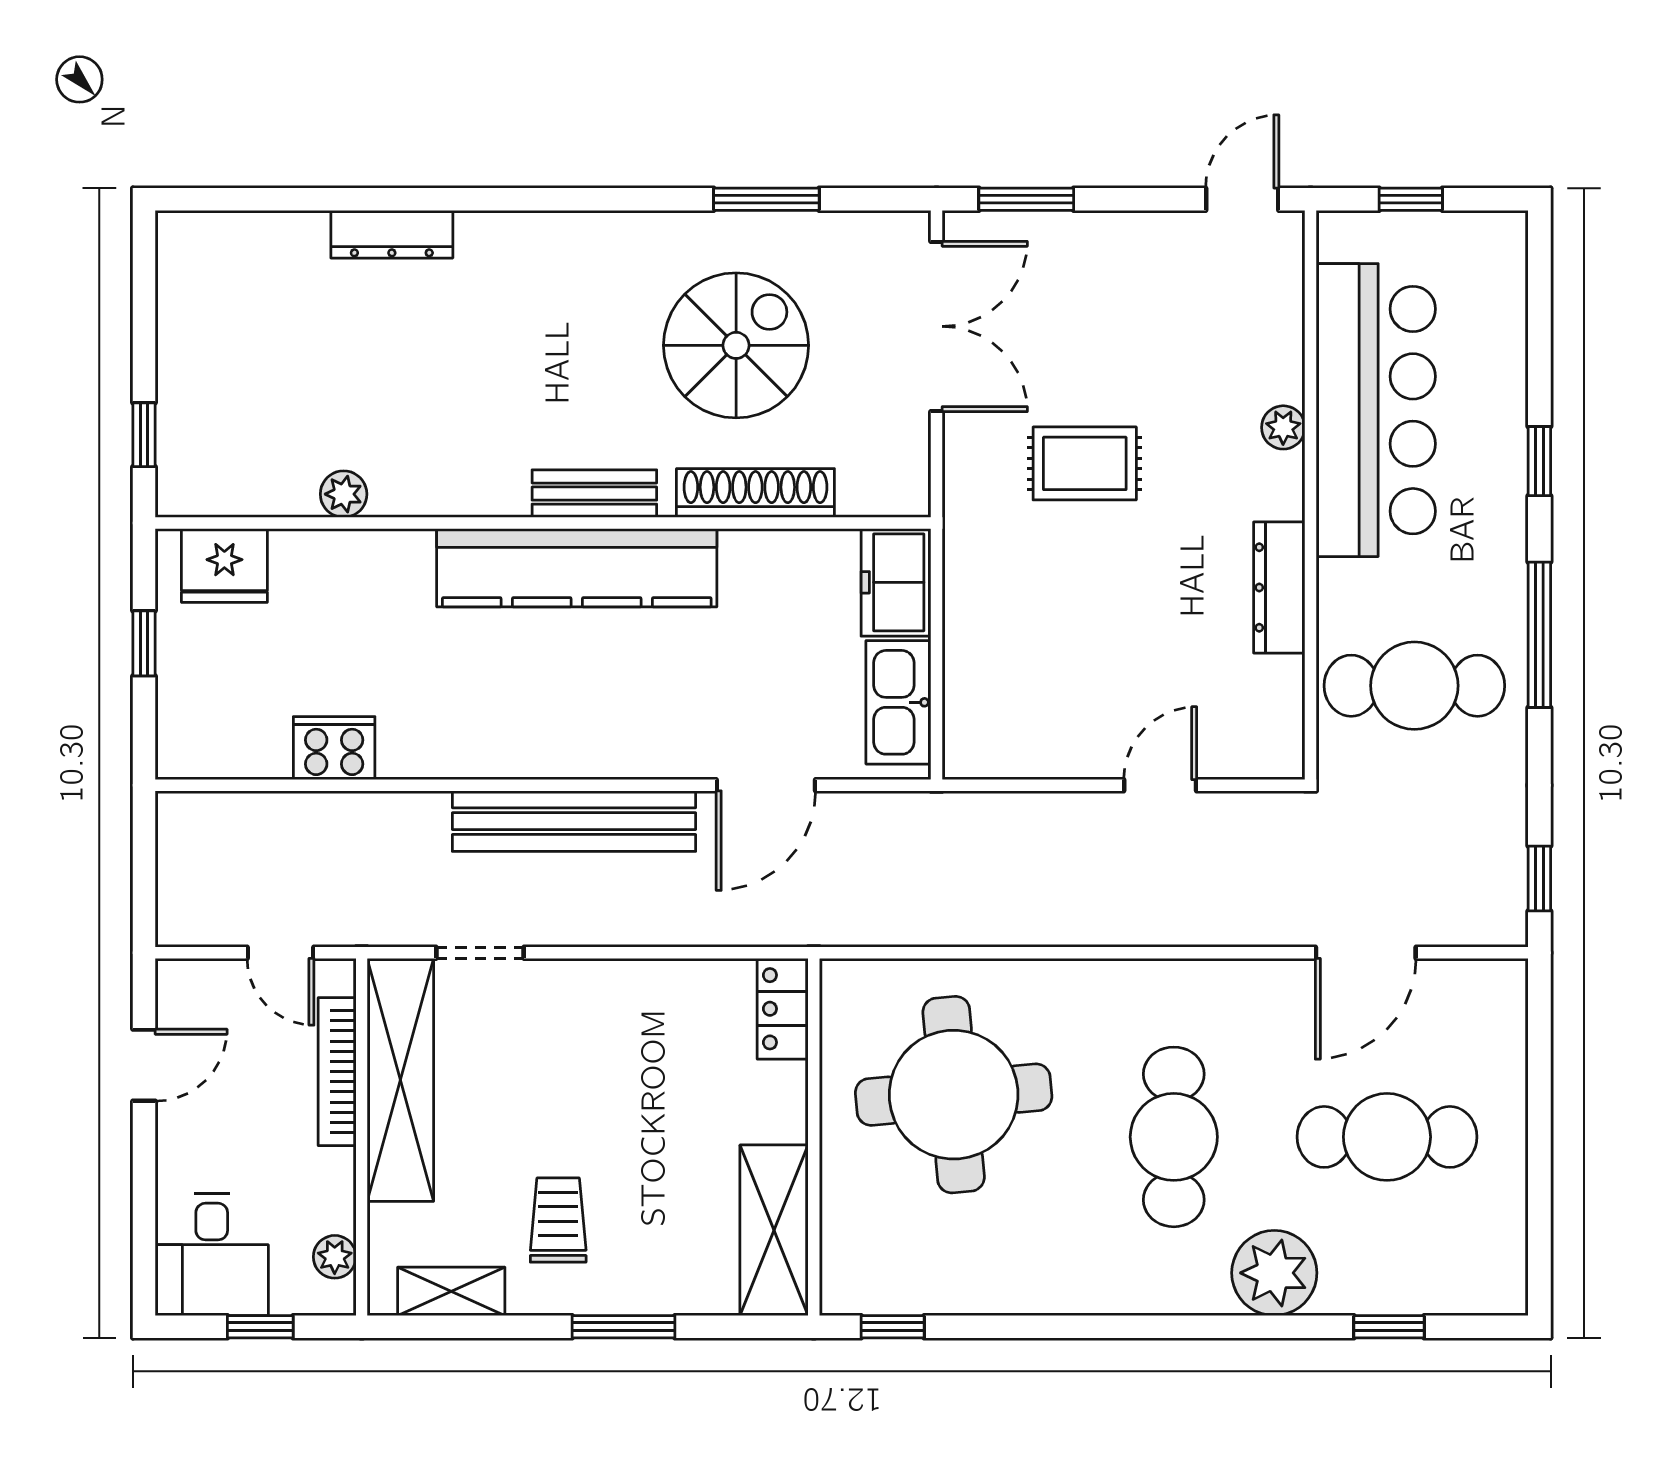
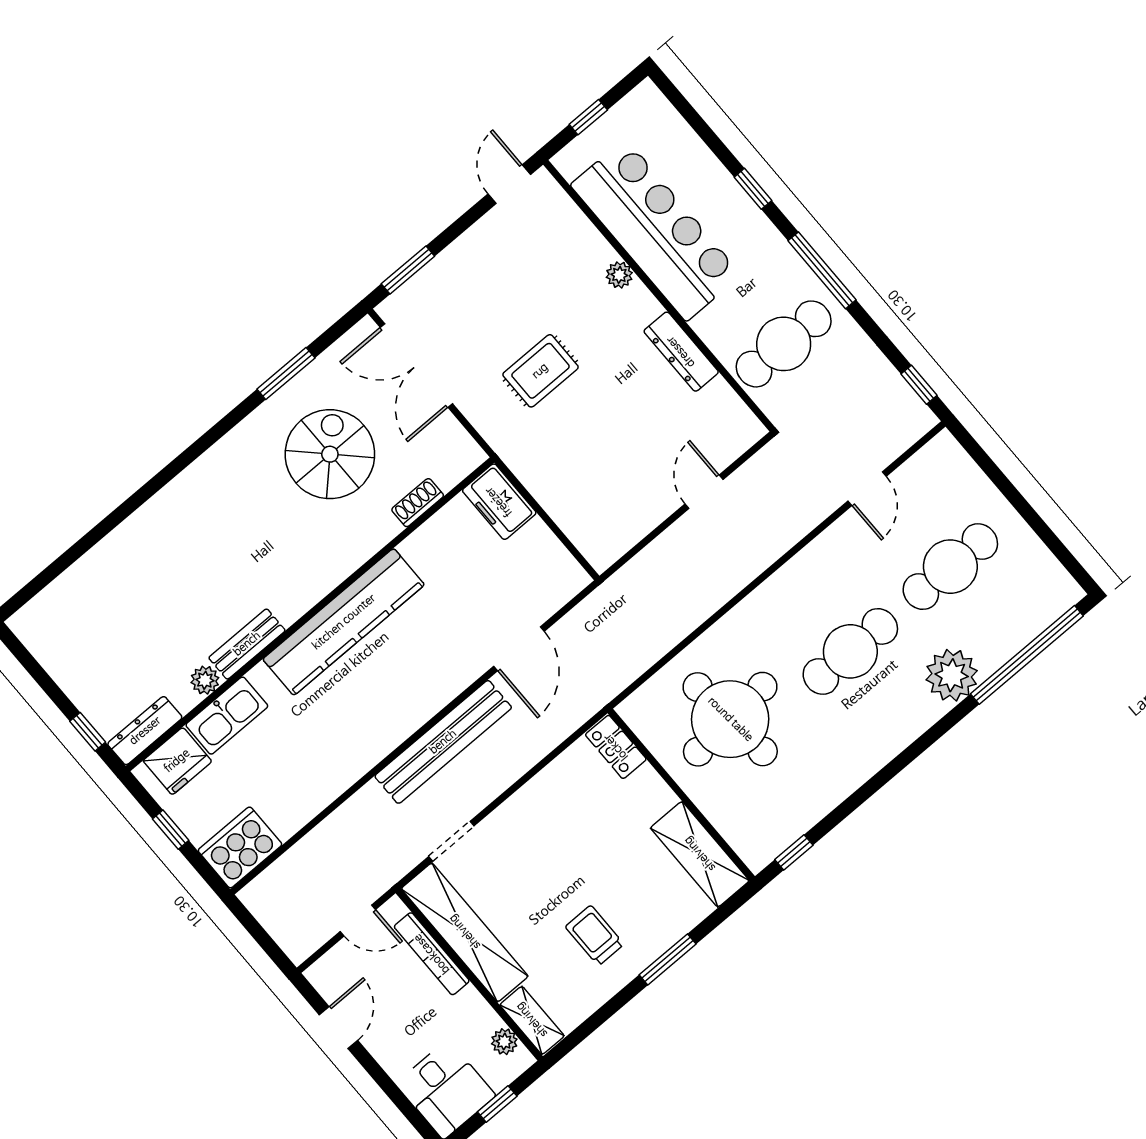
dresser: (392, 234) -> (145, 731), moved, turned 180
double door: (937, 326) -> (416, 366), swing flipped
shoe rack: (755, 493) -> (418, 503), width x0.51, depth x0.81
bench: (594, 494) -> (247, 644), moved
kitchen sink: (898, 702) -> (227, 716), moved, turned -90
cooker: (334, 748) -> (240, 847), moved, width x1.37, depth x1.31
door: (1366, 953) -> (867, 489), width x0.73
cafe table: (1174, 1137) -> (850, 651), turned 90
shelving: (451, 1291) -> (532, 1020), moved, turned 90
window: (1389, 1327) -> (1027, 655), width x3.17

